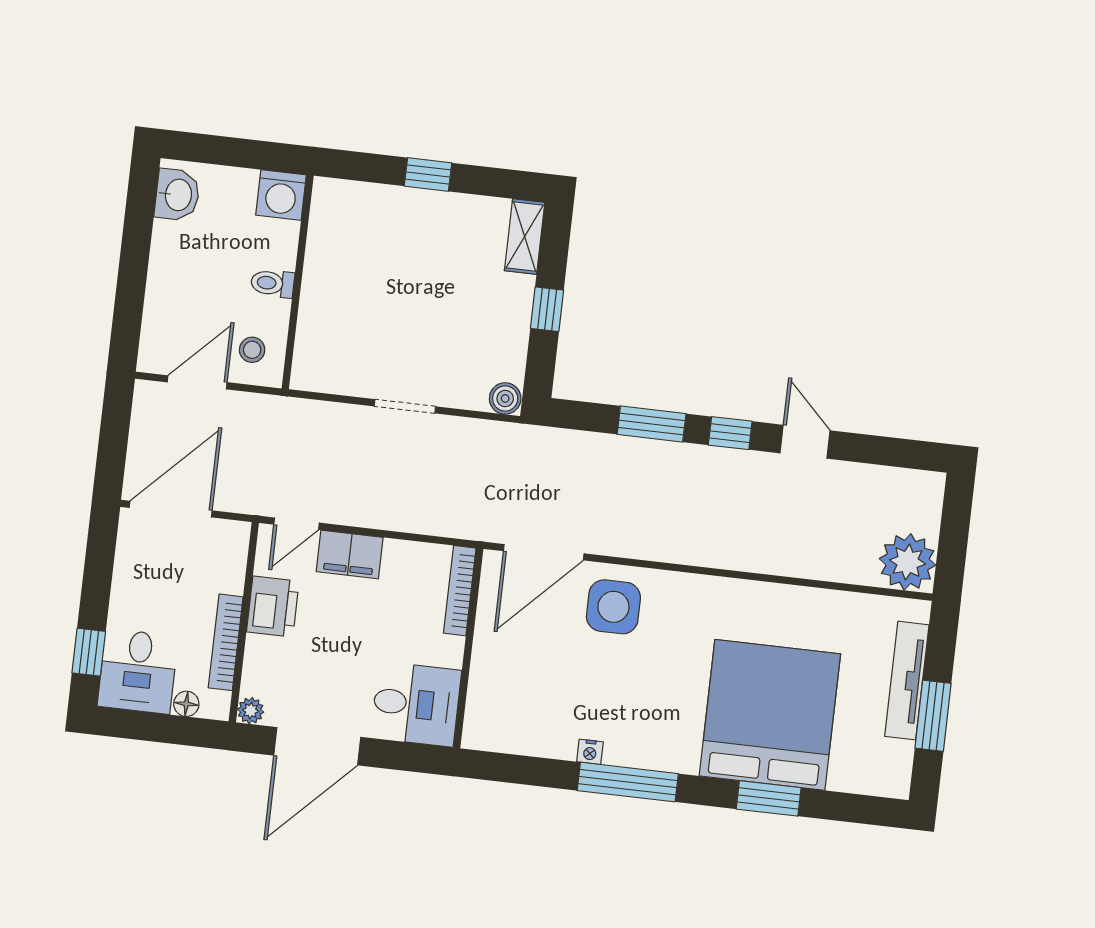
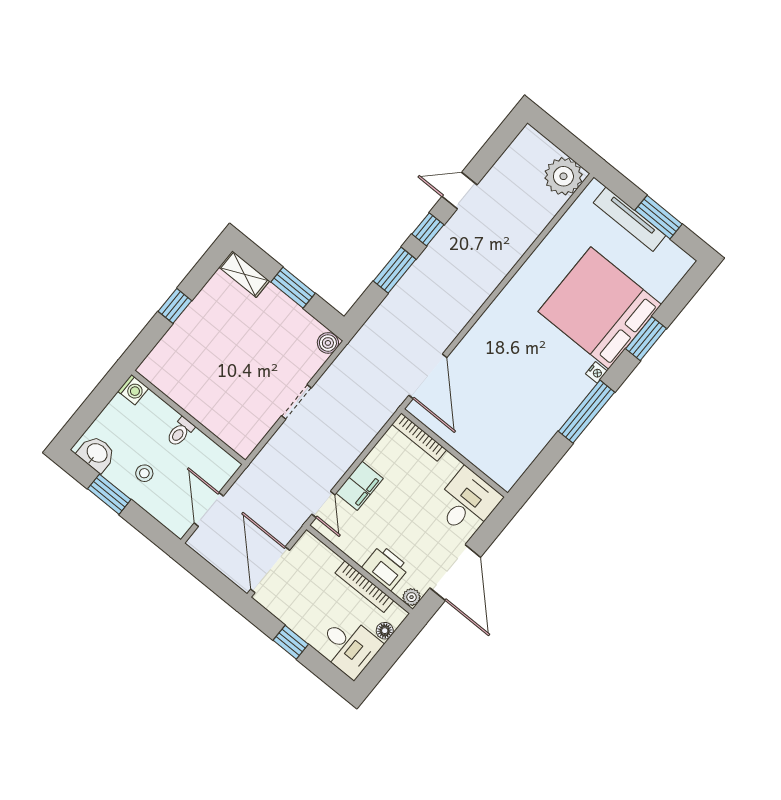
washing machine: (281, 195) -> (133, 390), width x0.73, depth x0.73
window: (136, 244) -> (109, 494), added
window: (547, 309) -> (293, 288), width x1.50
stool: (252, 350) -> (144, 473), moved
printer: (273, 607) -> (386, 567), moved
side table: (613, 607) -> (483, 357), removed
window: (89, 652) -> (291, 642), moved
nightstand: (590, 752) -> (596, 372), moved

